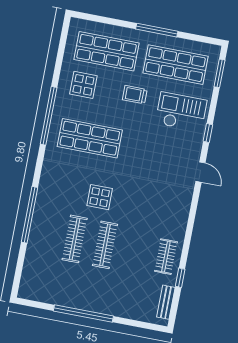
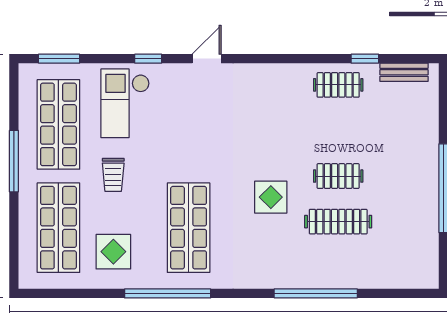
clothes rail: (105, 245) -> (338, 176), width x0.73

